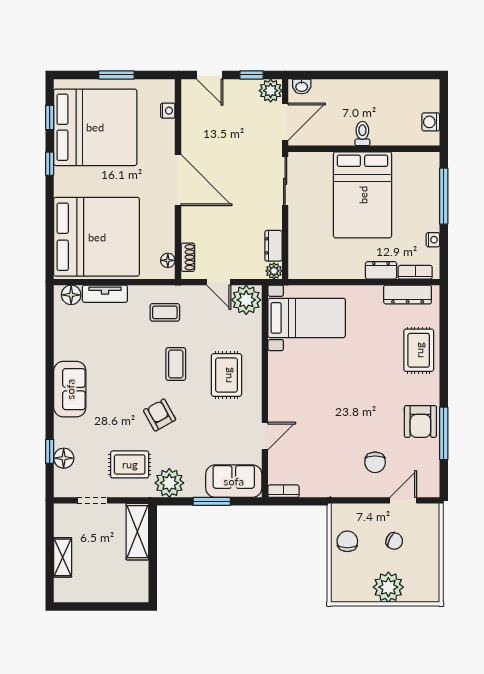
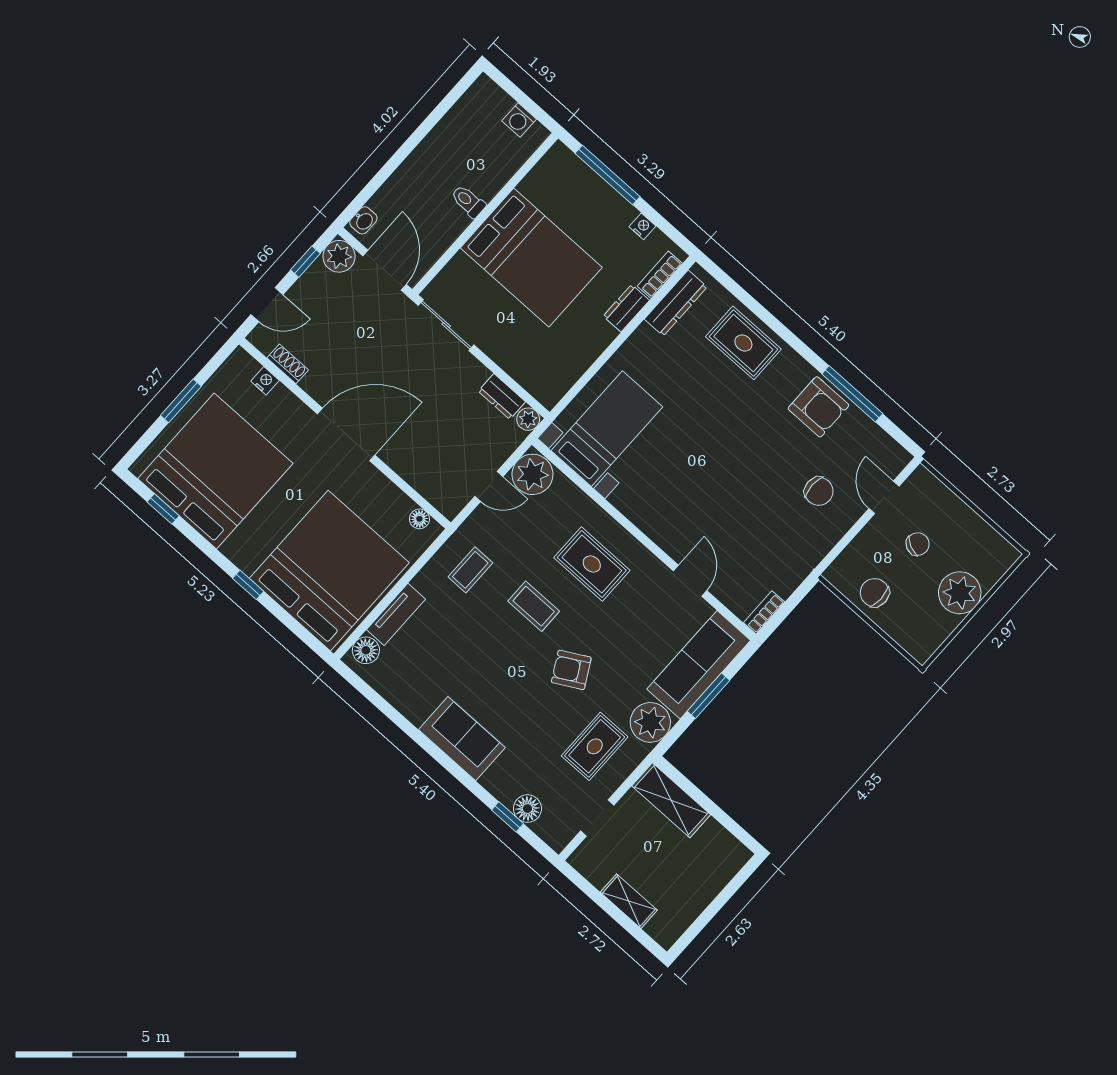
window: (50, 164) -> (248, 585), moved
shoe rack: (188, 257) -> (288, 364), moved
sofa: (234, 481) -> (699, 665), width x1.36

